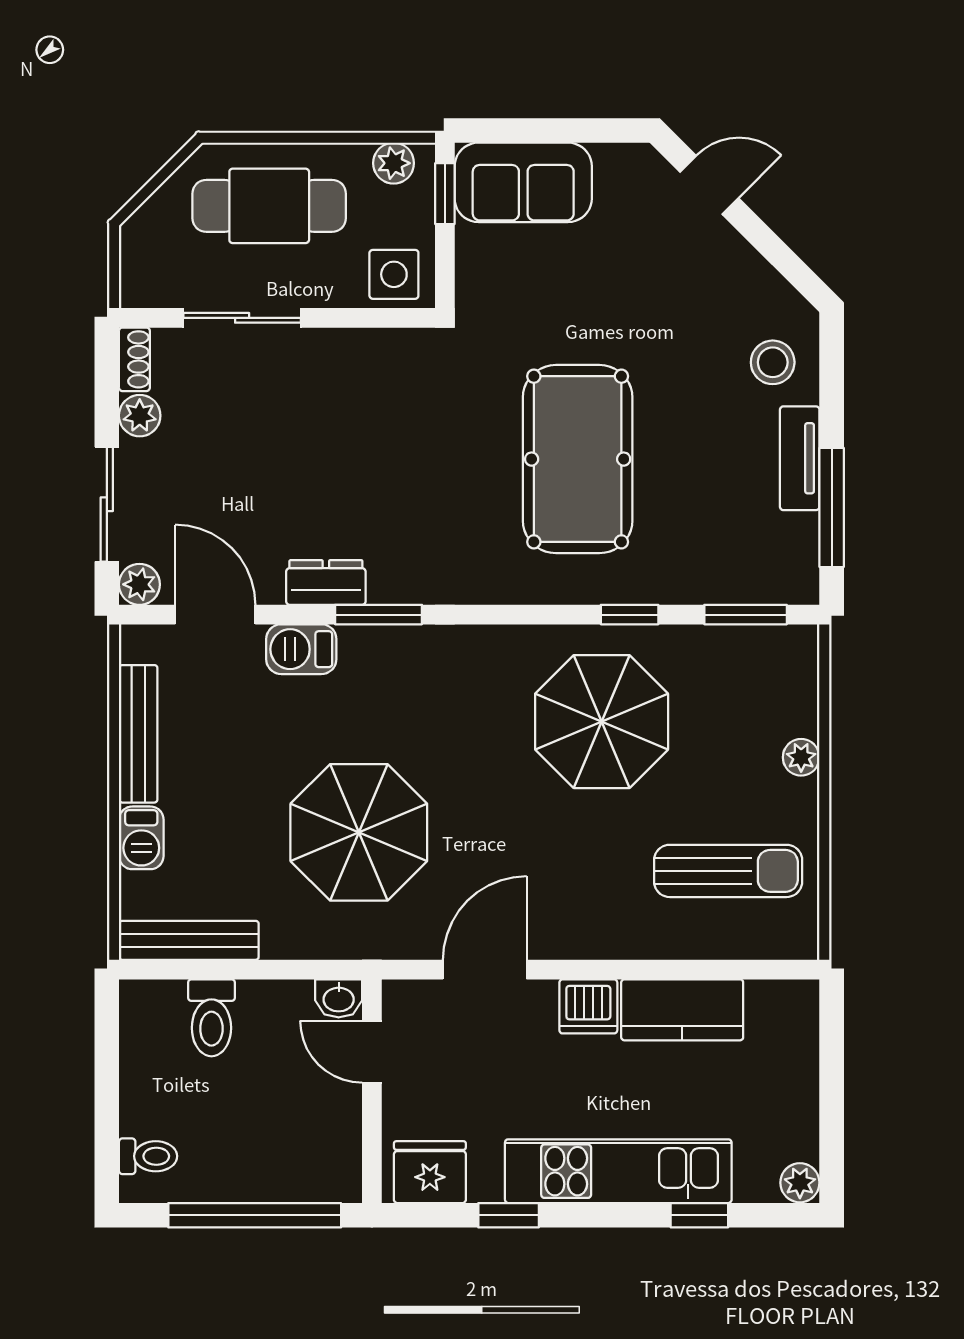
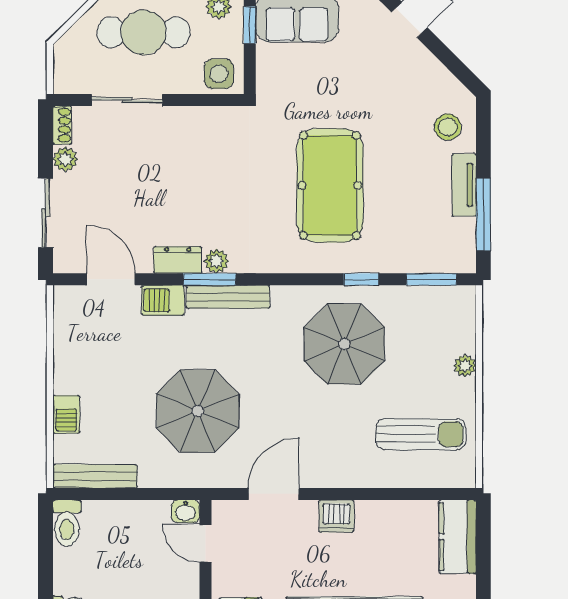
plant: (139, 584) -> (216, 261), moved
bench: (138, 734) -> (228, 297), moved, turned 90
kitchen counter: (682, 1010) -> (458, 537), moved, turned 90
toilet: (211, 1018) -> (67, 523), moved

